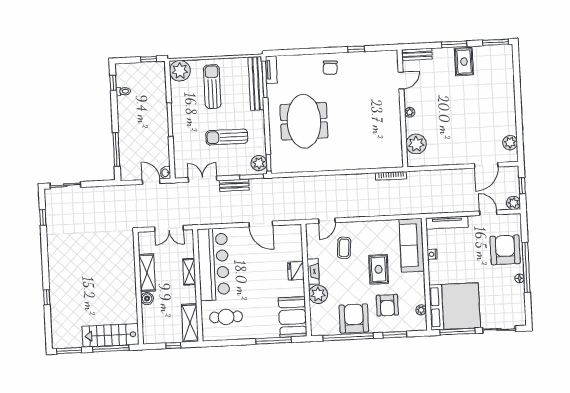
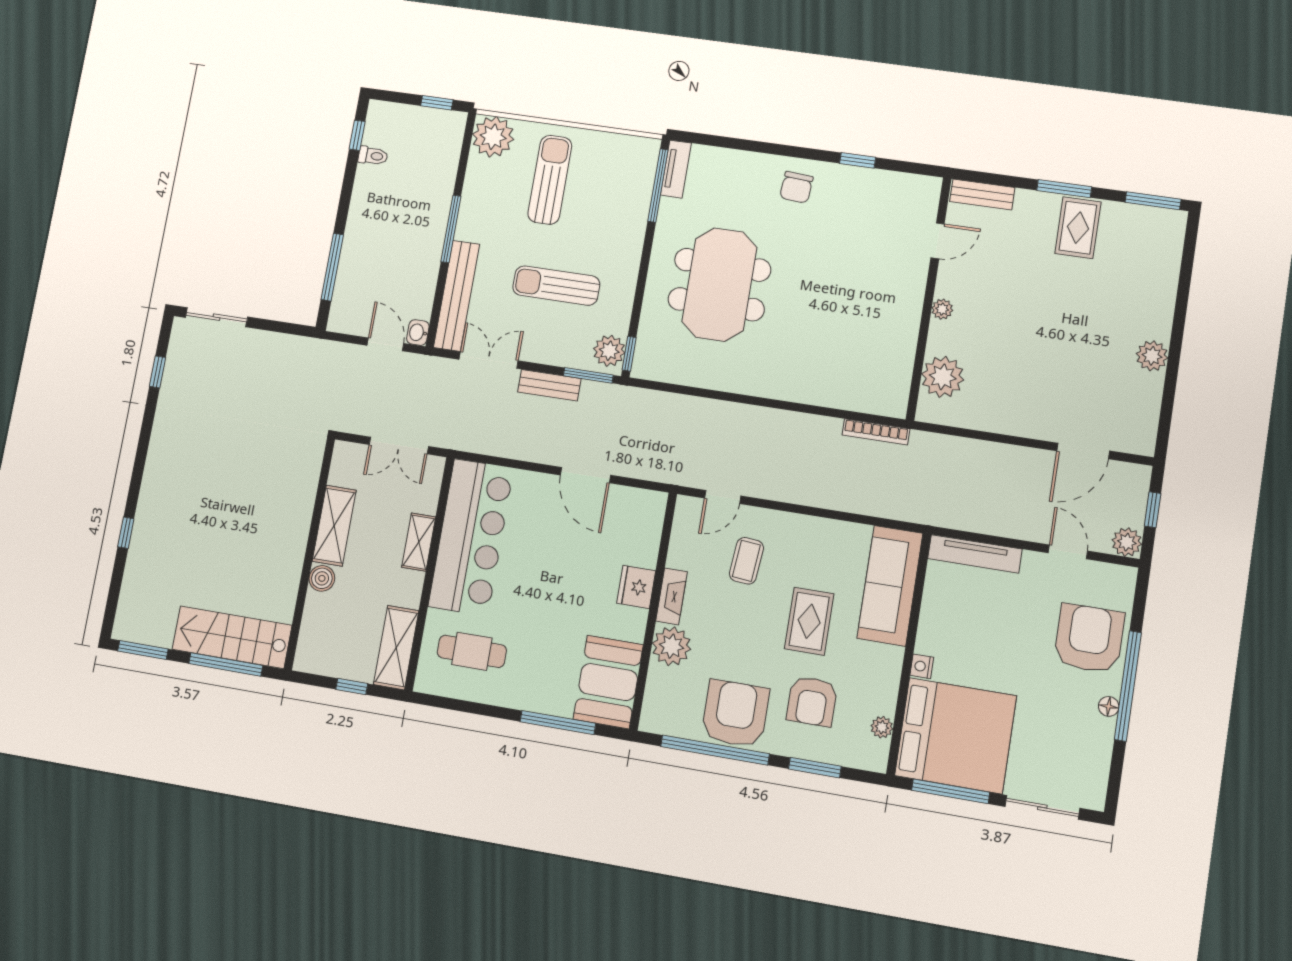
bench: (256, 83) -> (457, 296), moved
plant: (510, 143) -> (1152, 356), moved
nightstand: (432, 254) -> (922, 666), moved

